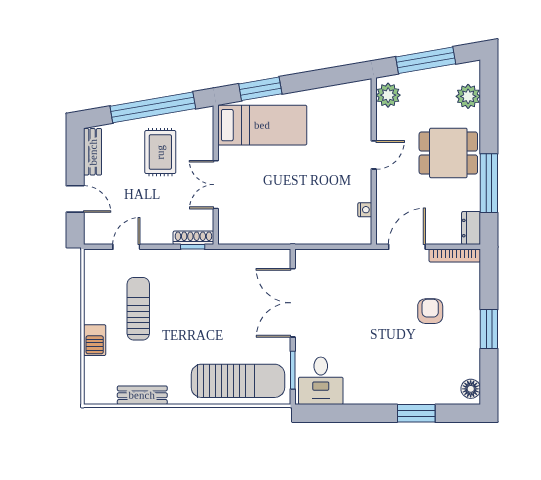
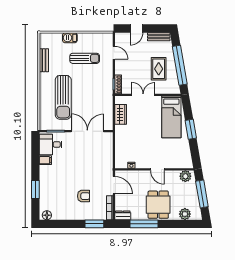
window: (260, 89) -> (191, 129), moved
rug: (160, 152) -> (159, 69), turned 90
wardrobe: (257, 232) -> (121, 114), added
window: (489, 329) -> (94, 224), moved
sun lounger: (238, 381) -> (63, 97), moved
filing cabinet: (354, 392) -> (45, 160), added

